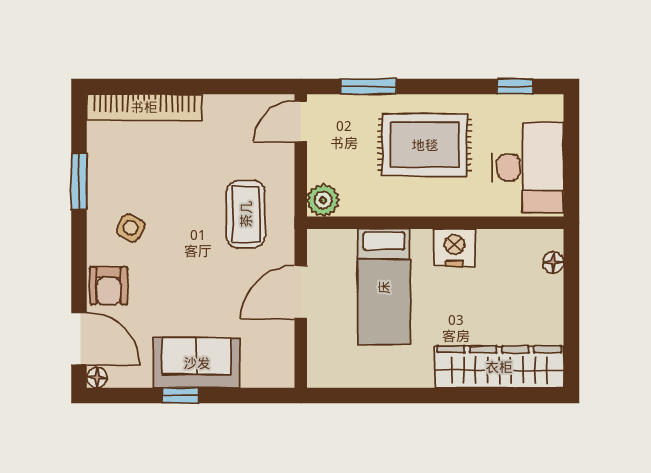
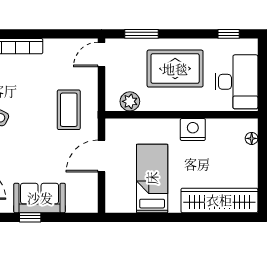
plant: (323, 200) -> (130, 101), moved
bed: (384, 287) -> (152, 178), moved, turned 180

